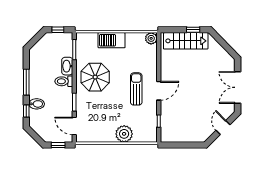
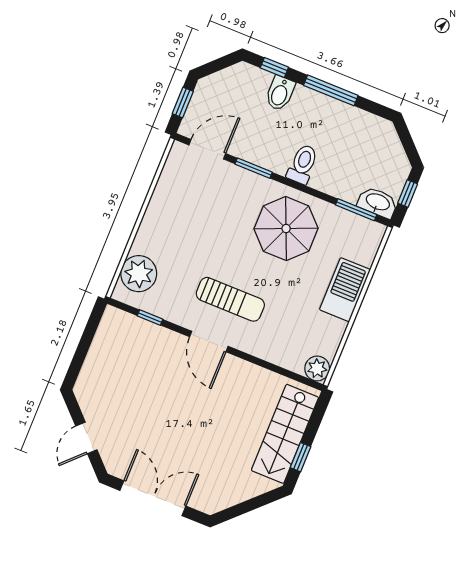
washbasin: (67, 66) -> (378, 202), moved
door: (223, 128) -> (86, 438), swing flipped
plant: (124, 134) -> (139, 274), moved

